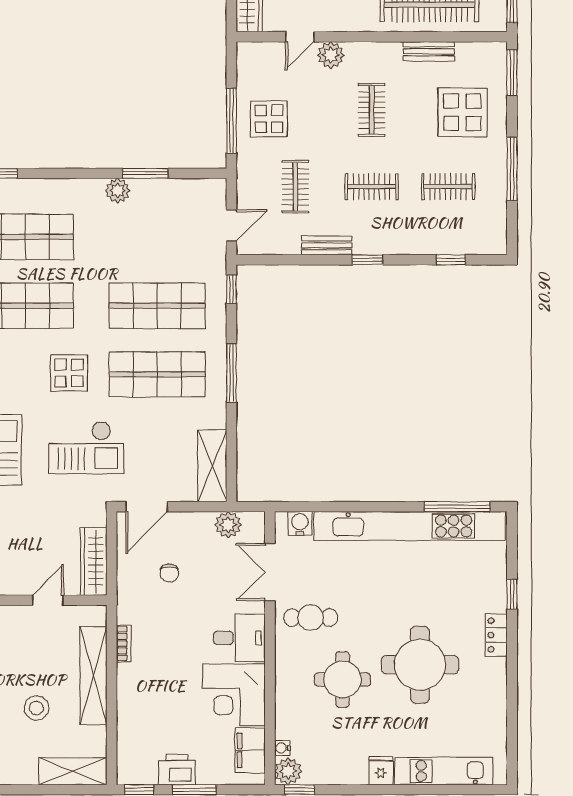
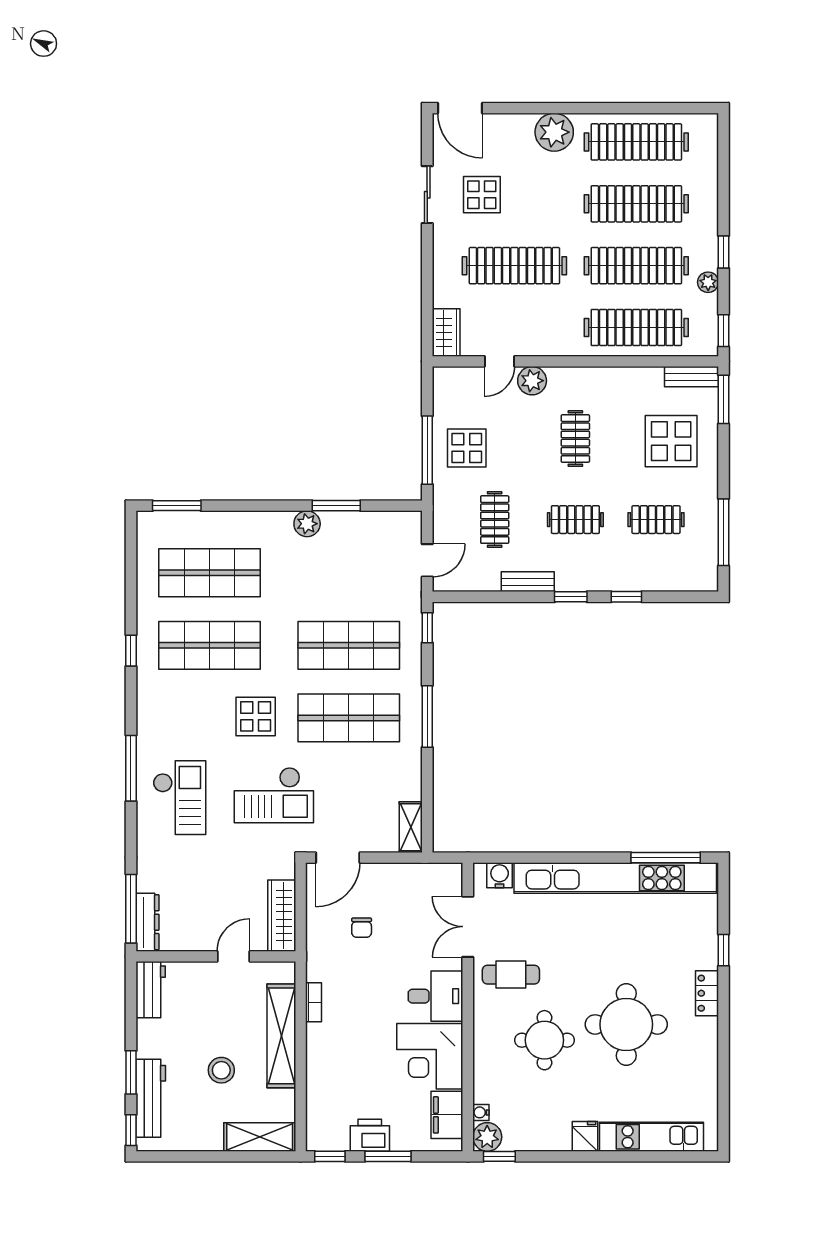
bench: (429, 51) -> (691, 377), moved
window: (512, 169) -> (723, 532), moved
window: (451, 260) -> (626, 597), moved
shelving: (212, 466) -> (411, 827), width x0.67, depth x0.75
plant: (228, 525) -> (424, 877), removed

